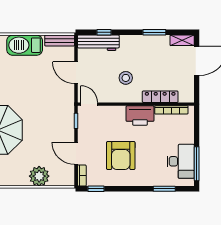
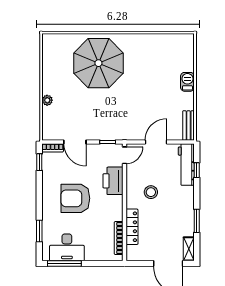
barbecue: (25, 45) -> (187, 82), width x0.53, depth x0.65
printer: (140, 116) -> (113, 181), moved
door: (76, 153) -> (75, 142), swing flipped
armchair: (121, 155) -> (75, 198), moved
plant: (39, 176) -> (47, 100), width x0.53, depth x0.53

